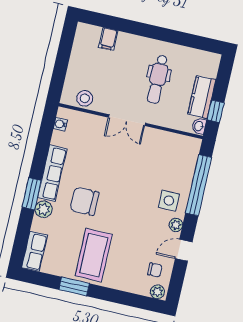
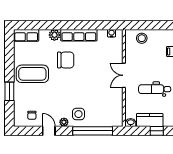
stool: (85, 98) -> (142, 38), moved
window: (215, 111) -> (157, 131), moved
window: (32, 194) -> (63, 25), removed
chair: (84, 201) -> (66, 60), turned 90
window: (74, 287) -> (9, 91), moved
plant: (157, 292) -> (18, 120), removed

